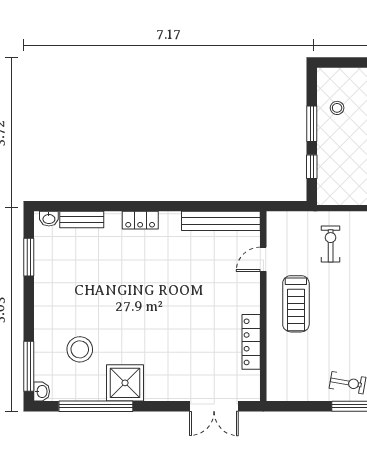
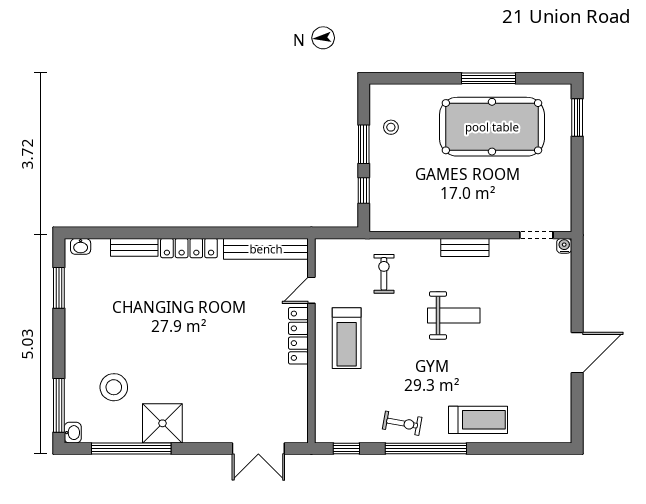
bench: (82, 219) -> (134, 247), moved
locker: (140, 220) -> (189, 248), width x1.53
locker: (251, 342) -> (298, 336), moved
window: (296, 406) -> (346, 449), added

